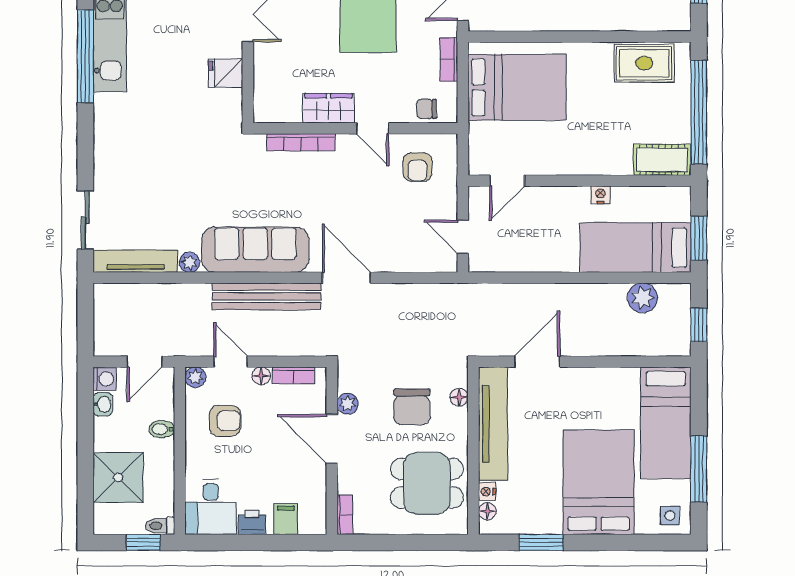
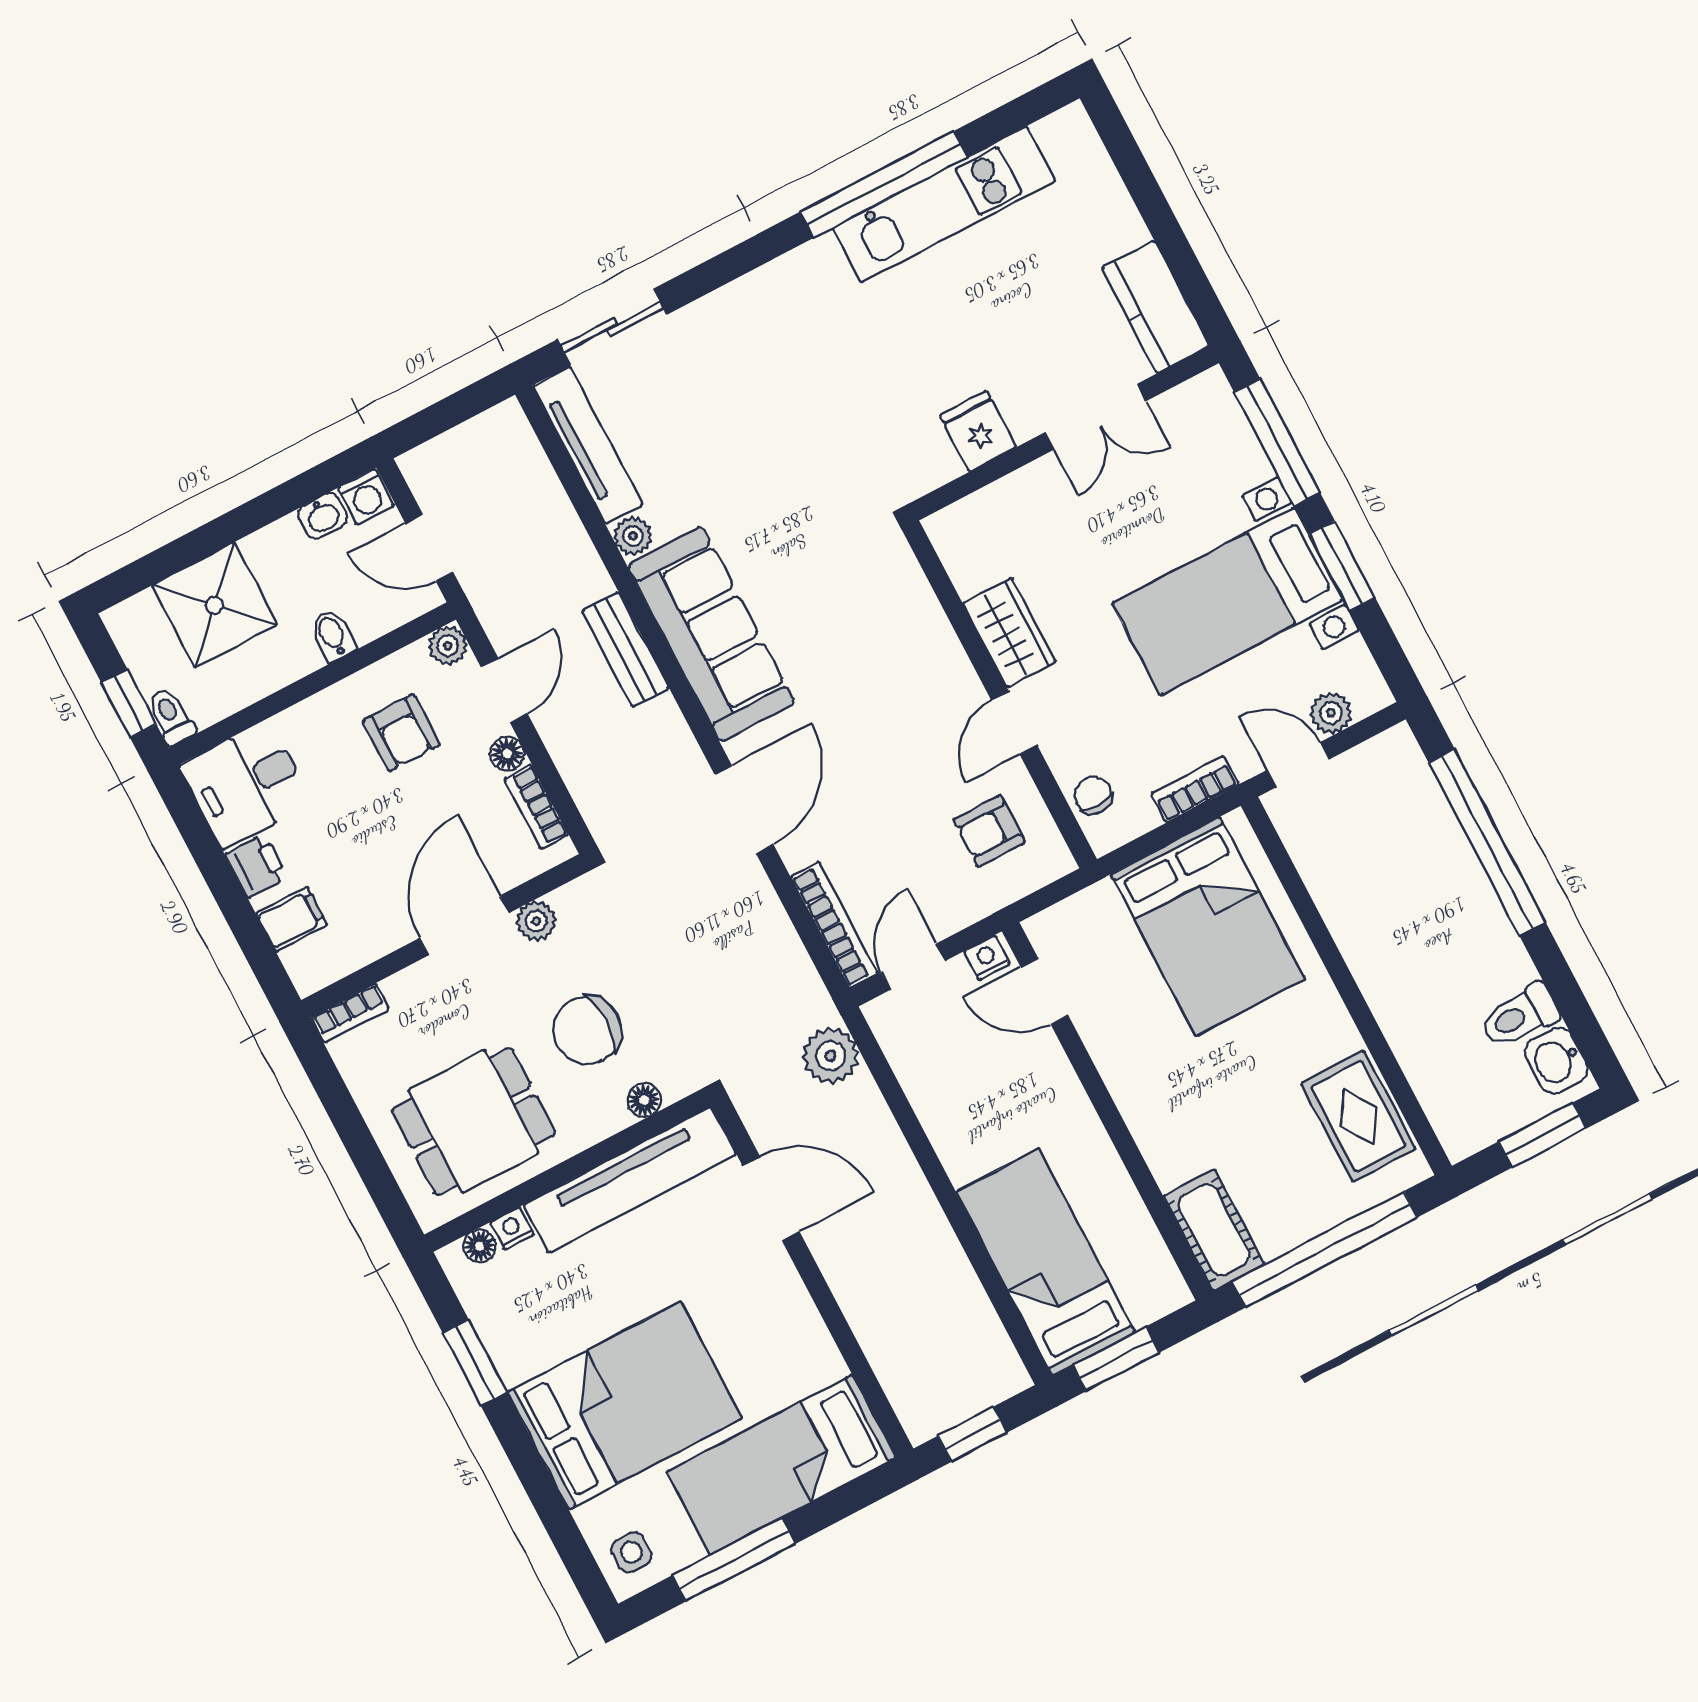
bookcase: (301, 142) -> (834, 925), moved, turned 180
nightstand: (600, 195) -> (987, 958), moved, turned -90
bench: (267, 296) -> (625, 650), width x0.54, depth x0.82
plant: (642, 298) -> (831, 1056), moved
dining table: (427, 483) -> (473, 1121), turned 90

